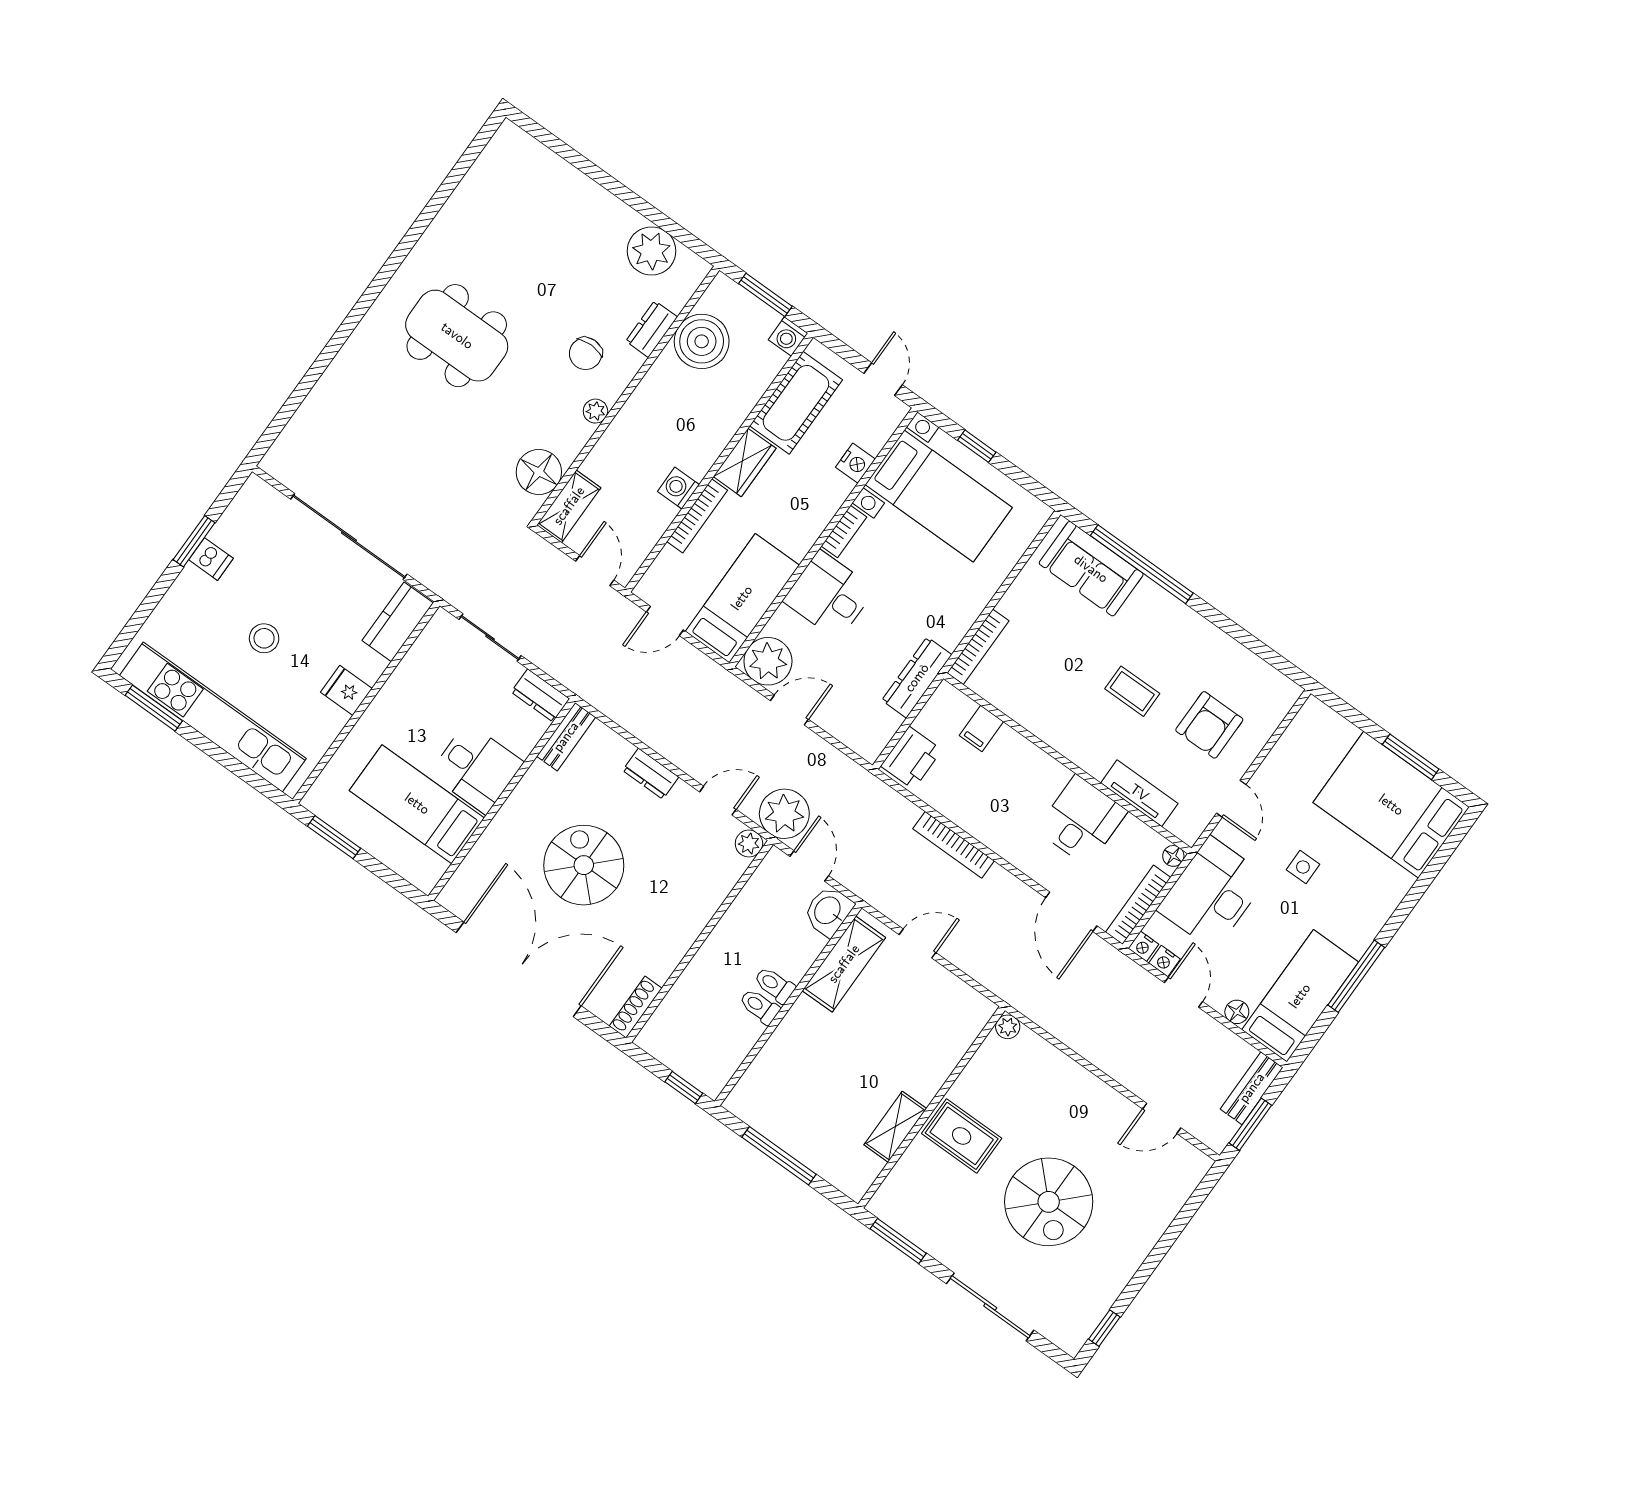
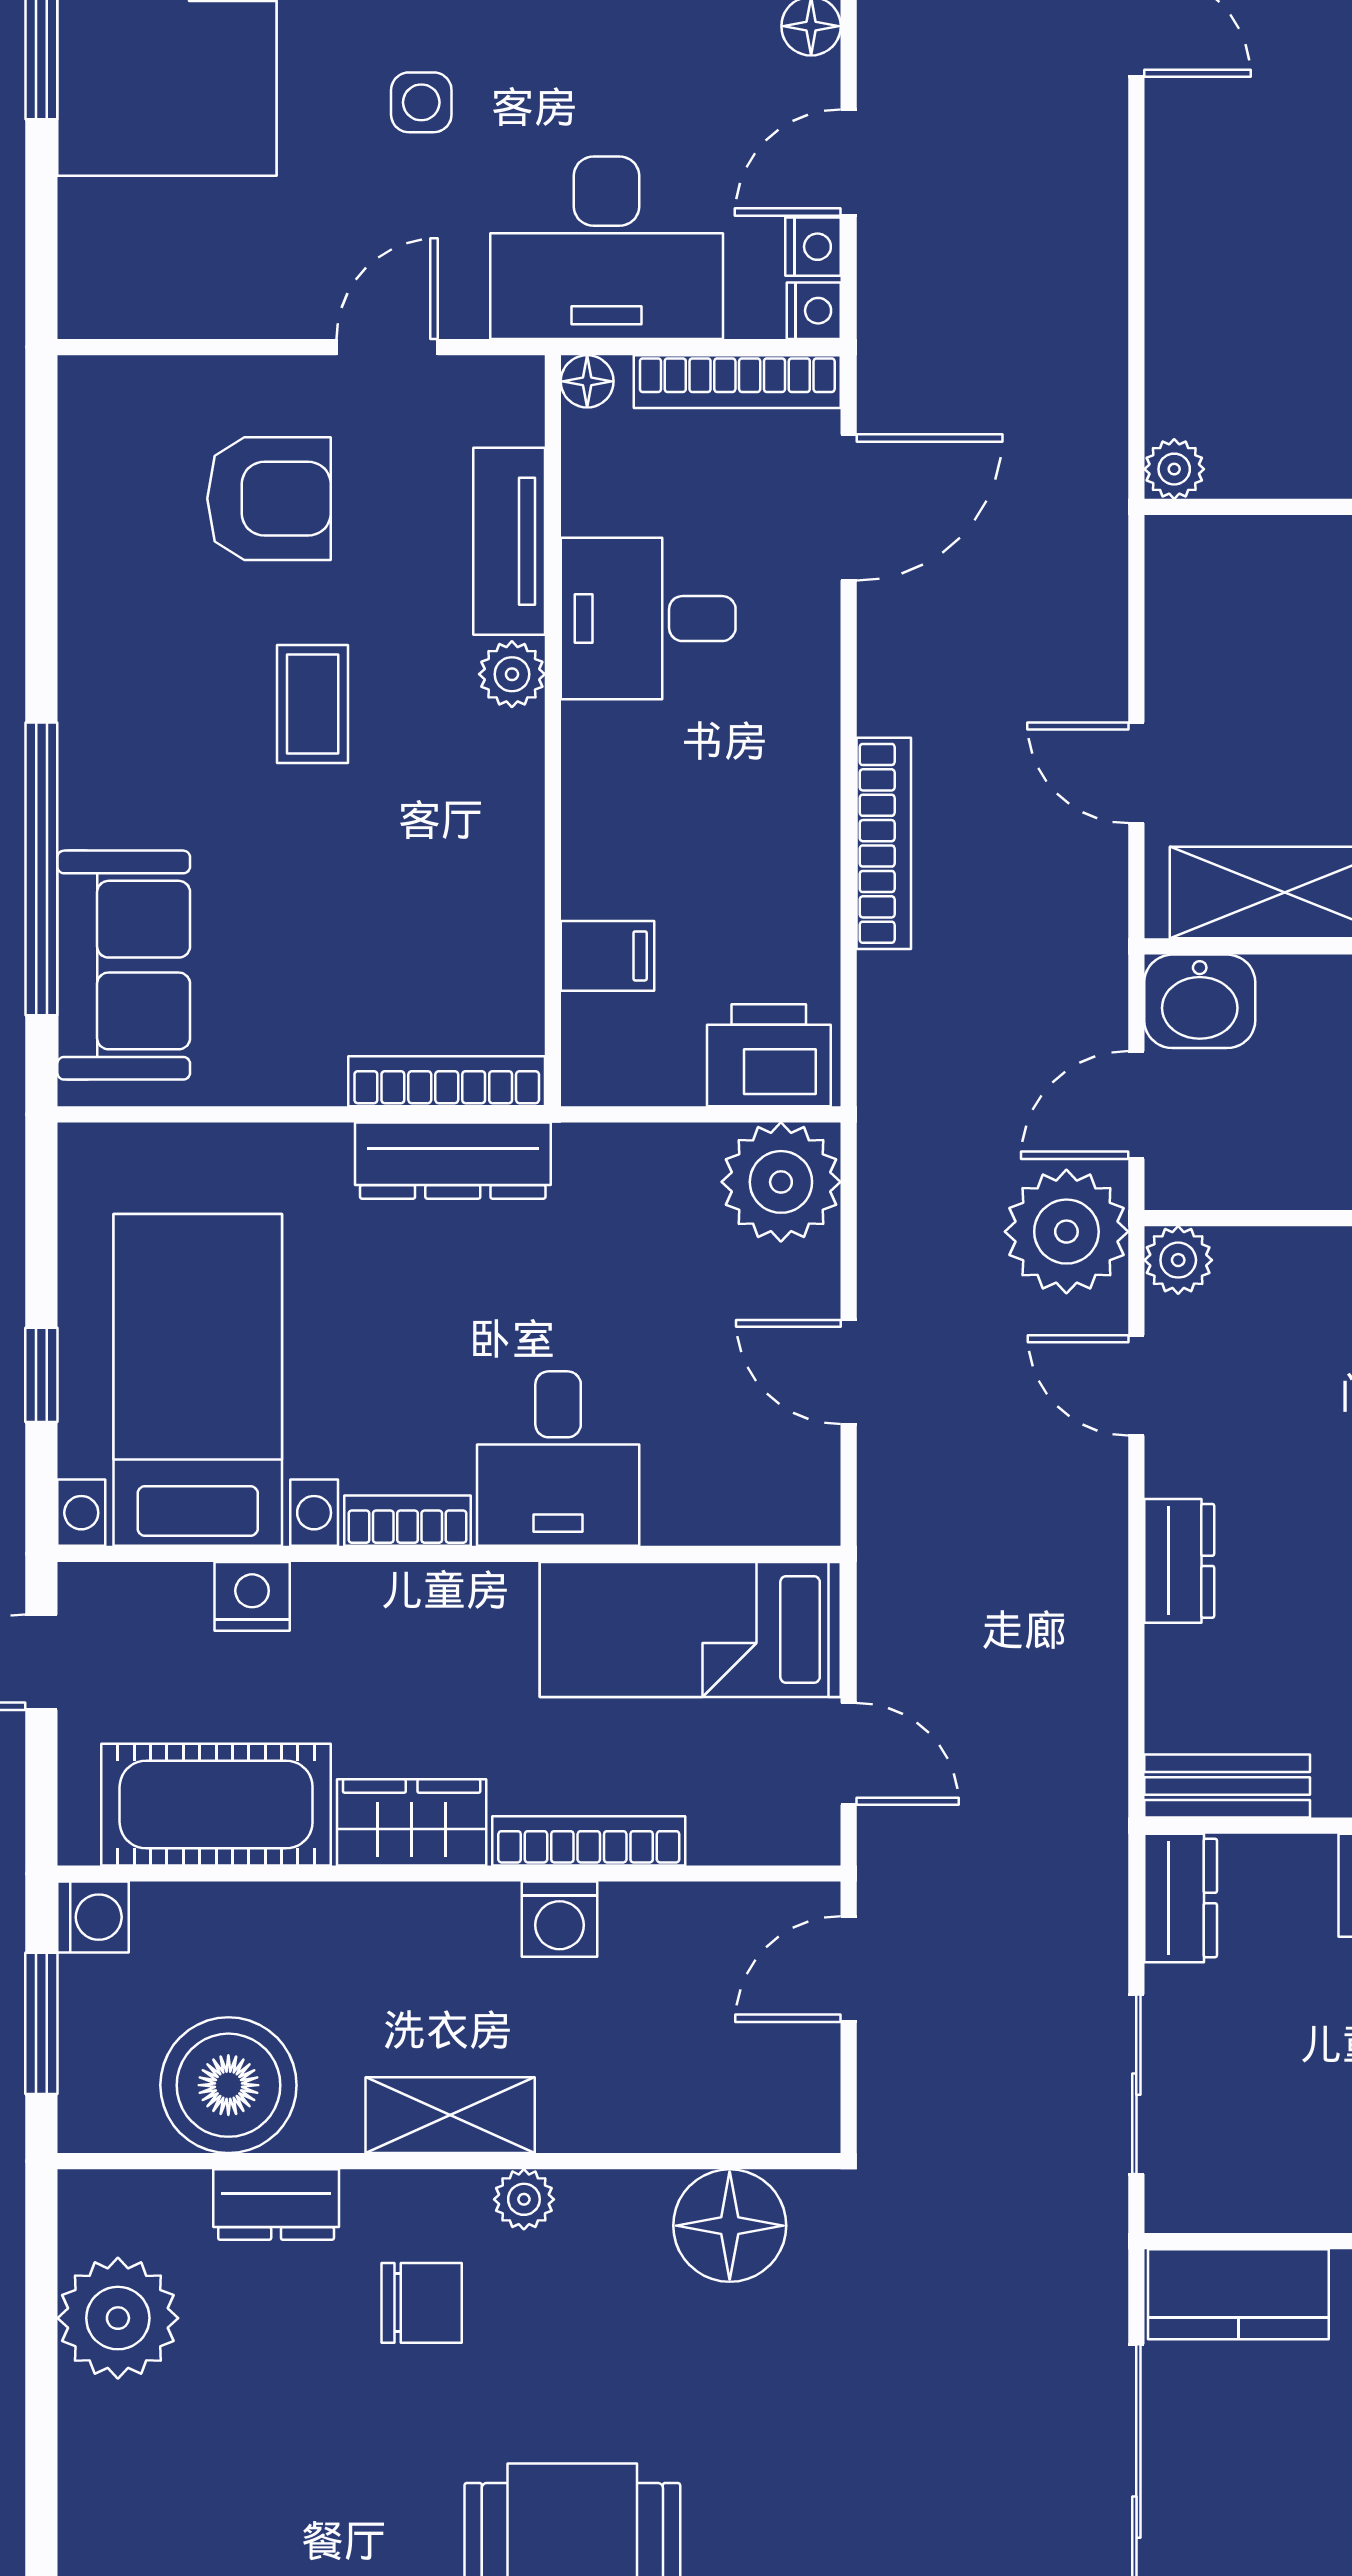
shelving: (569, 506) -> (450, 2115), moved
plant: (768, 661) -> (781, 1182), moved
dresser: (917, 678) -> (453, 1161), moved
plant: (1095, 763) -> (512, 674), added

